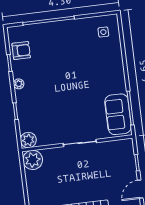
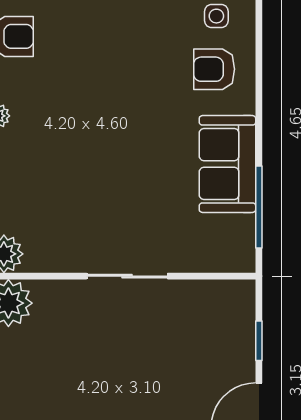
armchair: (105, 54) -> (214, 69), added
sofa: (118, 114) -> (227, 164), moved

